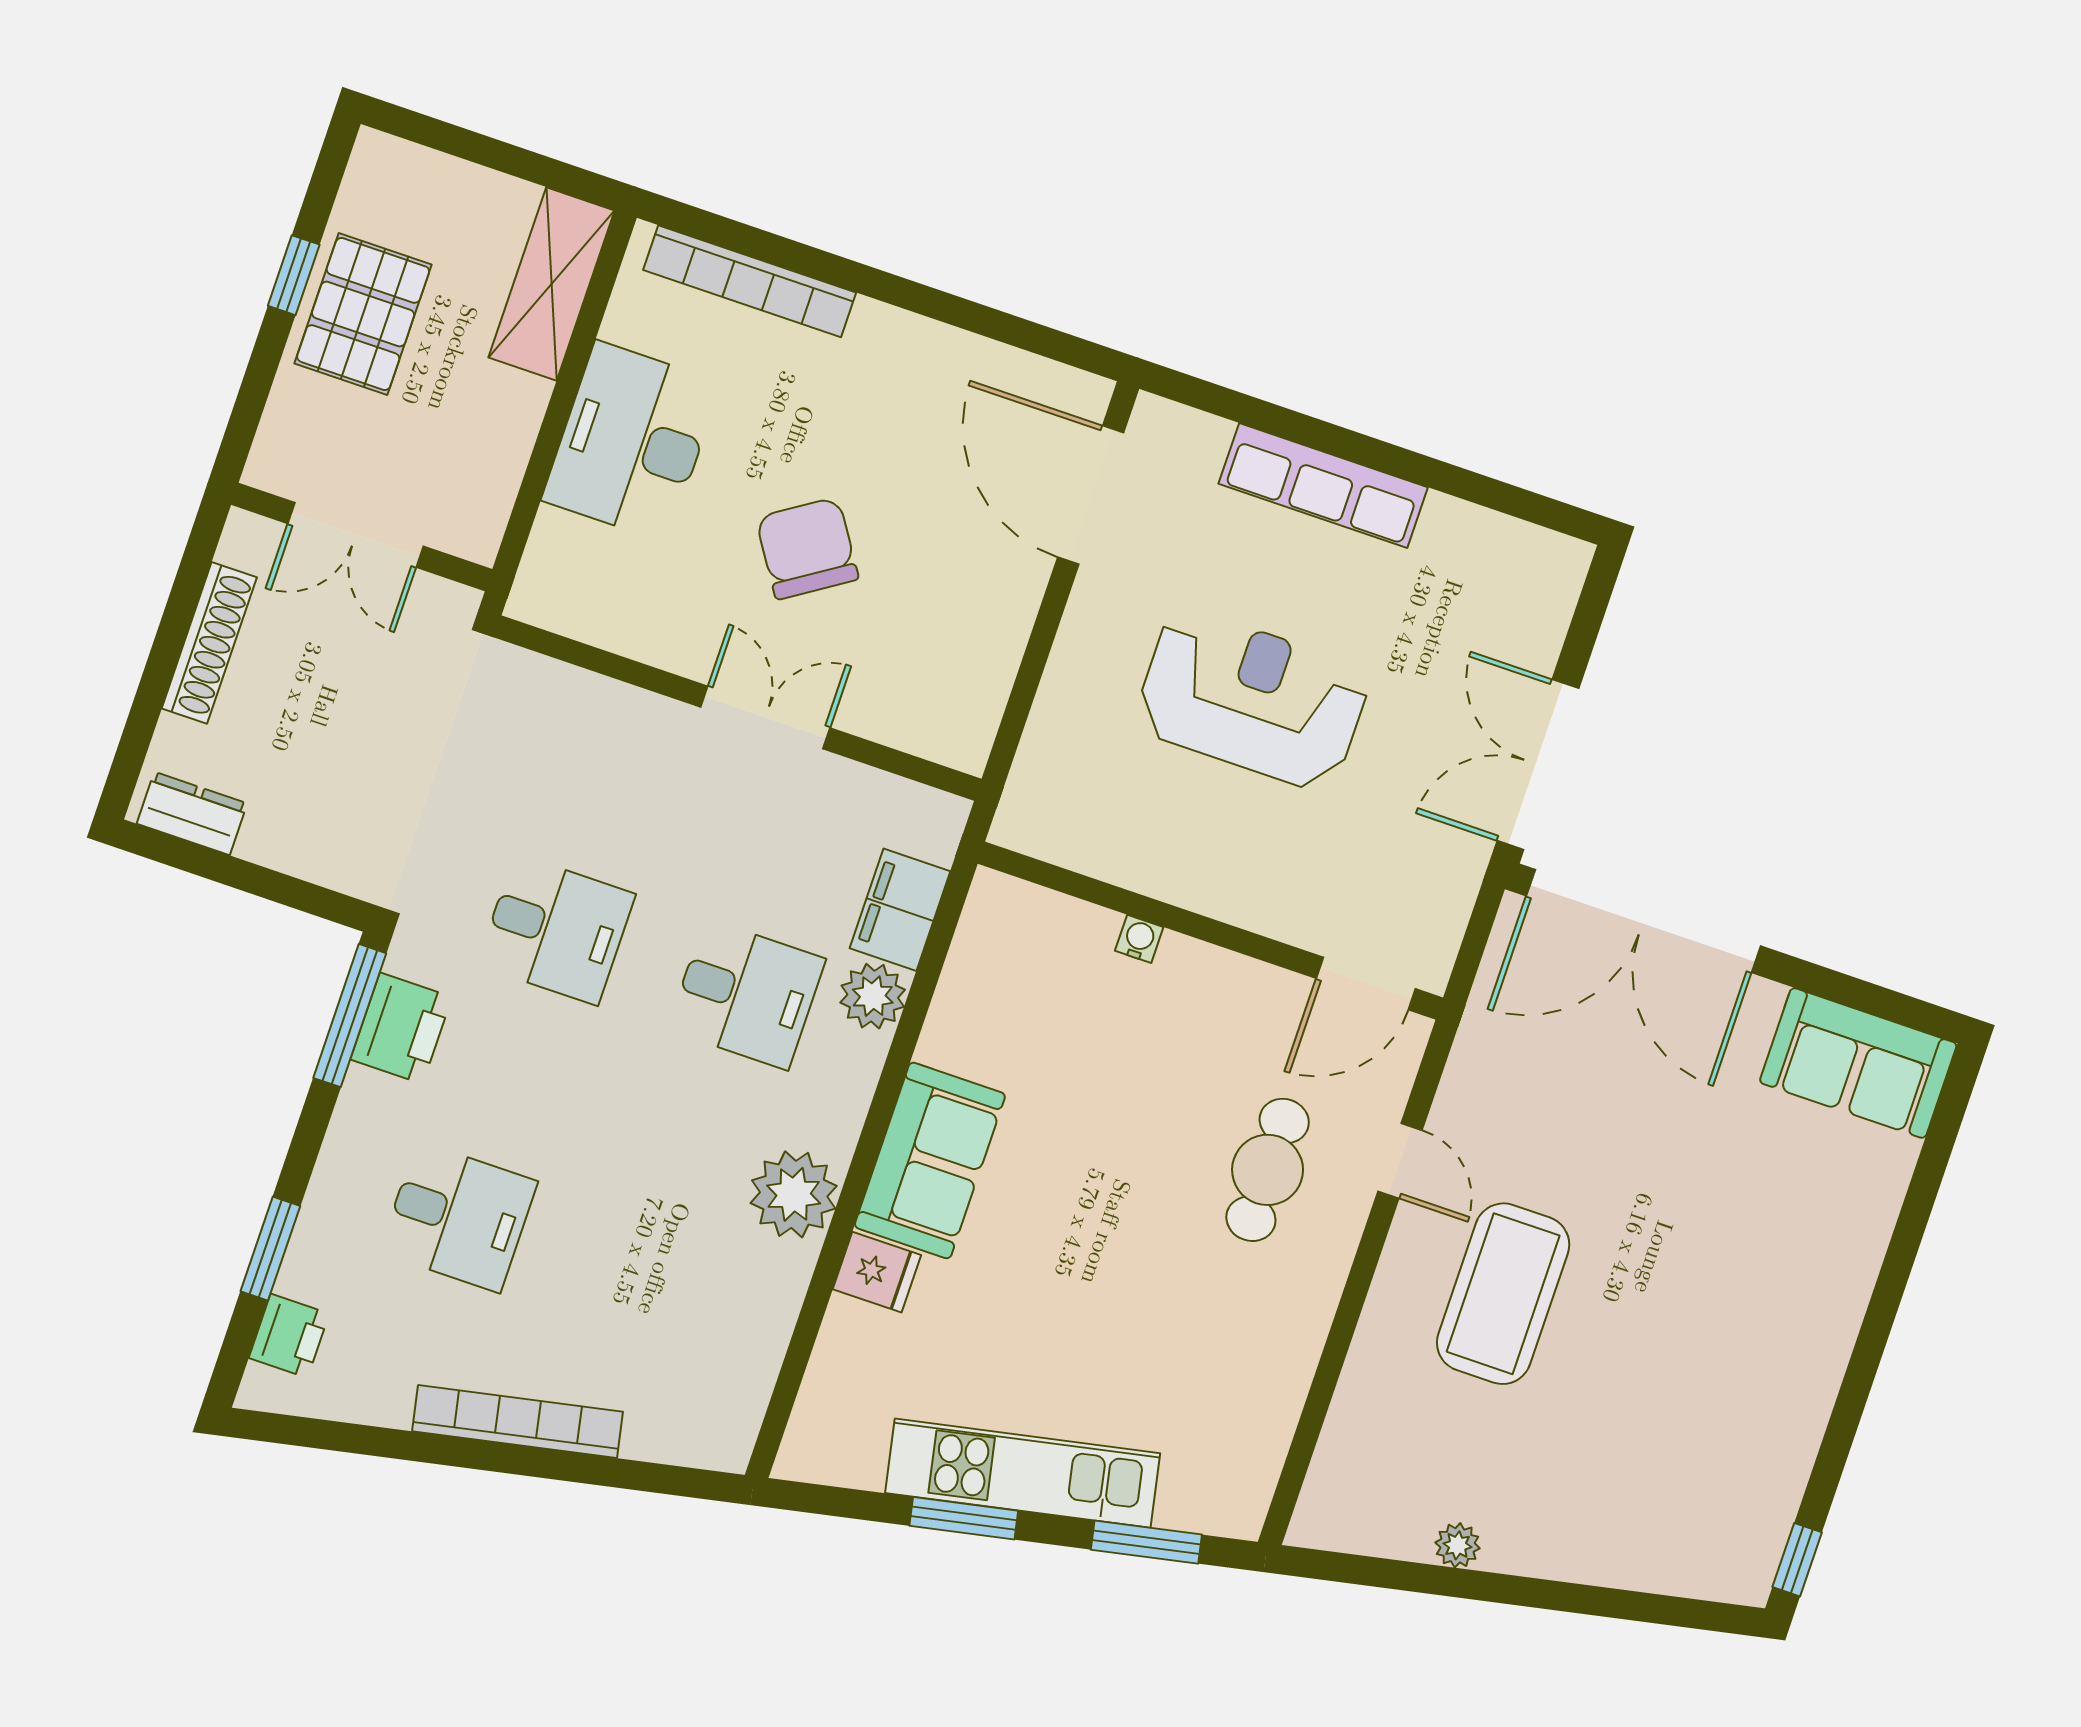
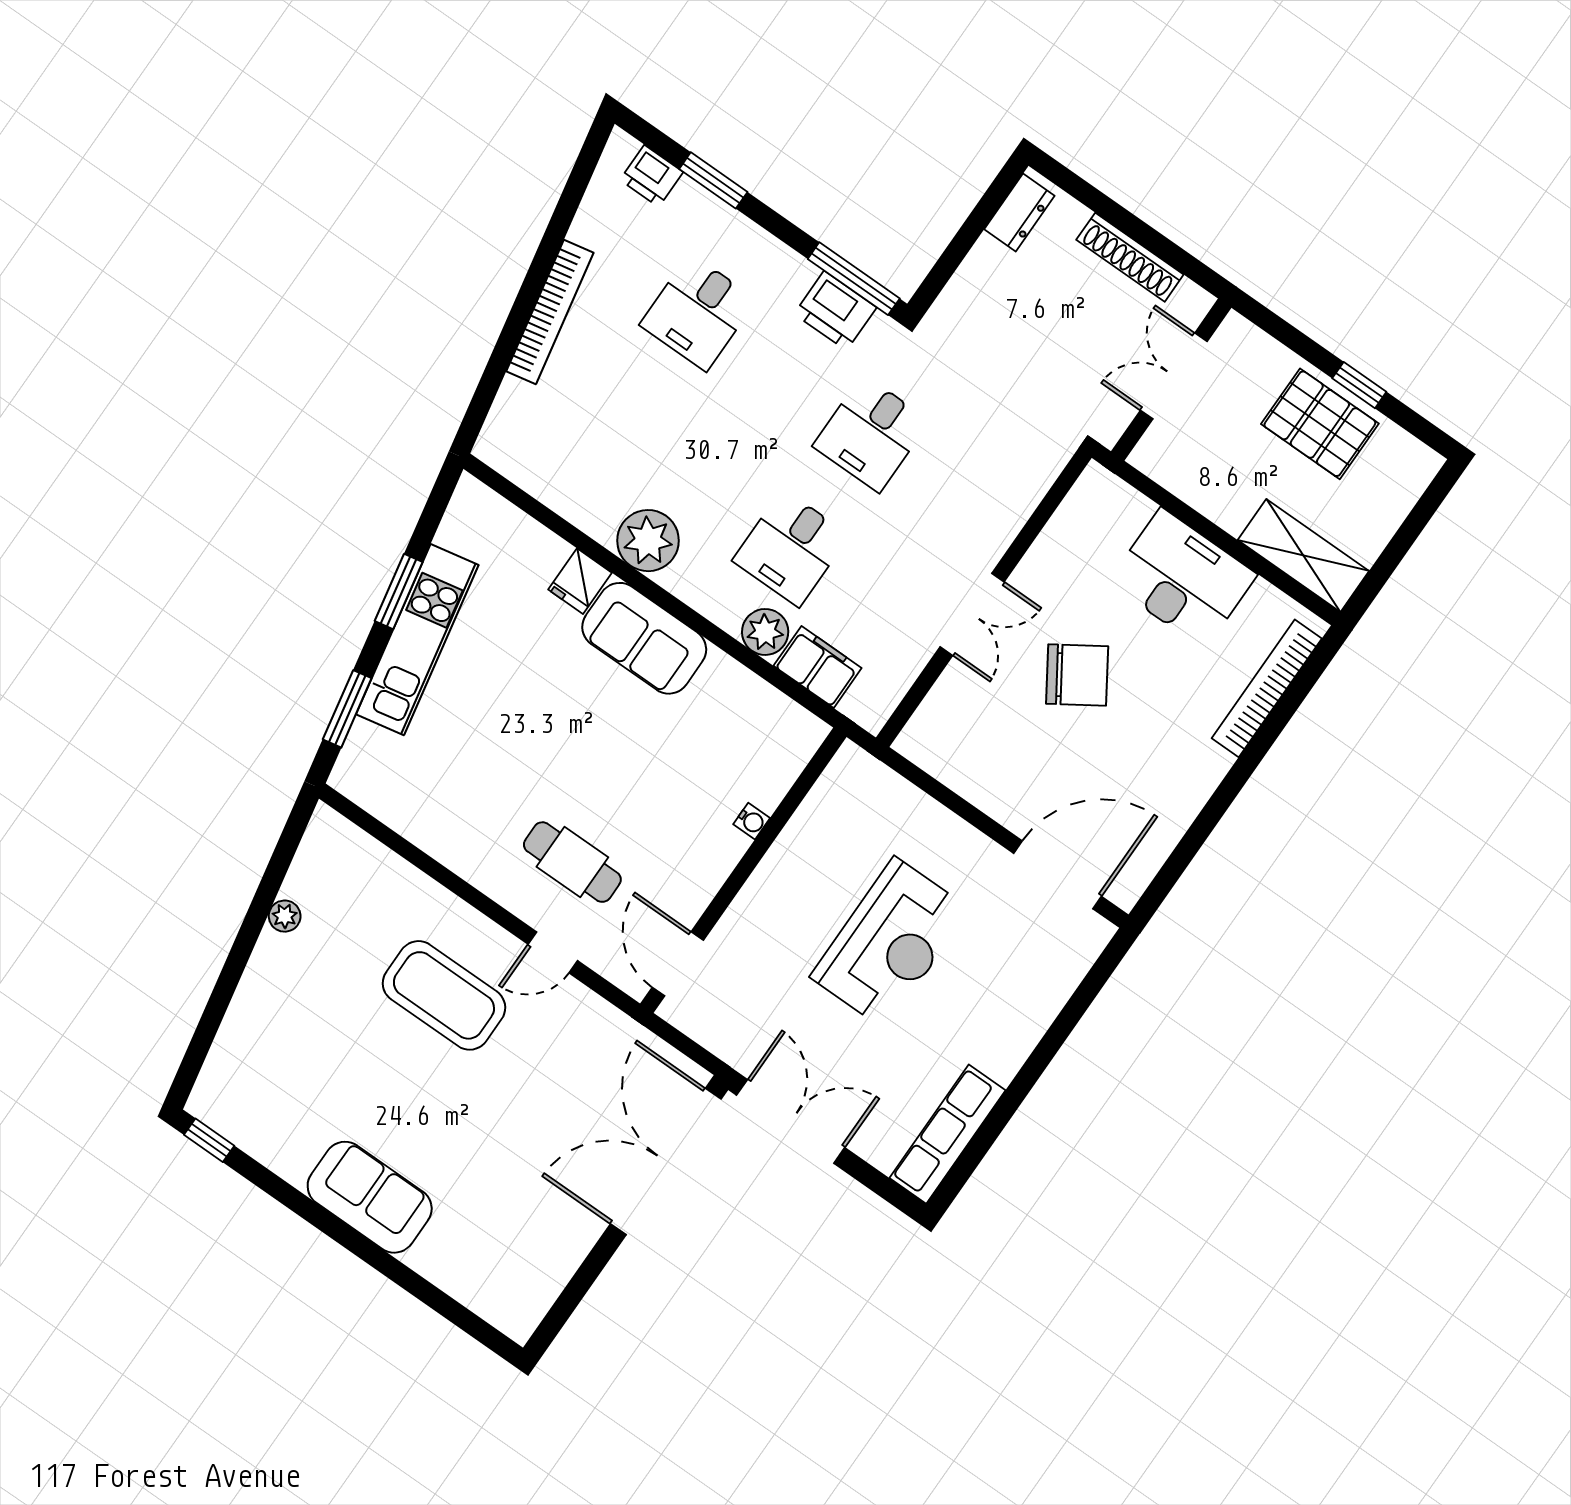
row of seats: (1323, 486) -> (947, 1134), moved
sofa: (1858, 1063) -> (370, 1197), moved, turned 90

